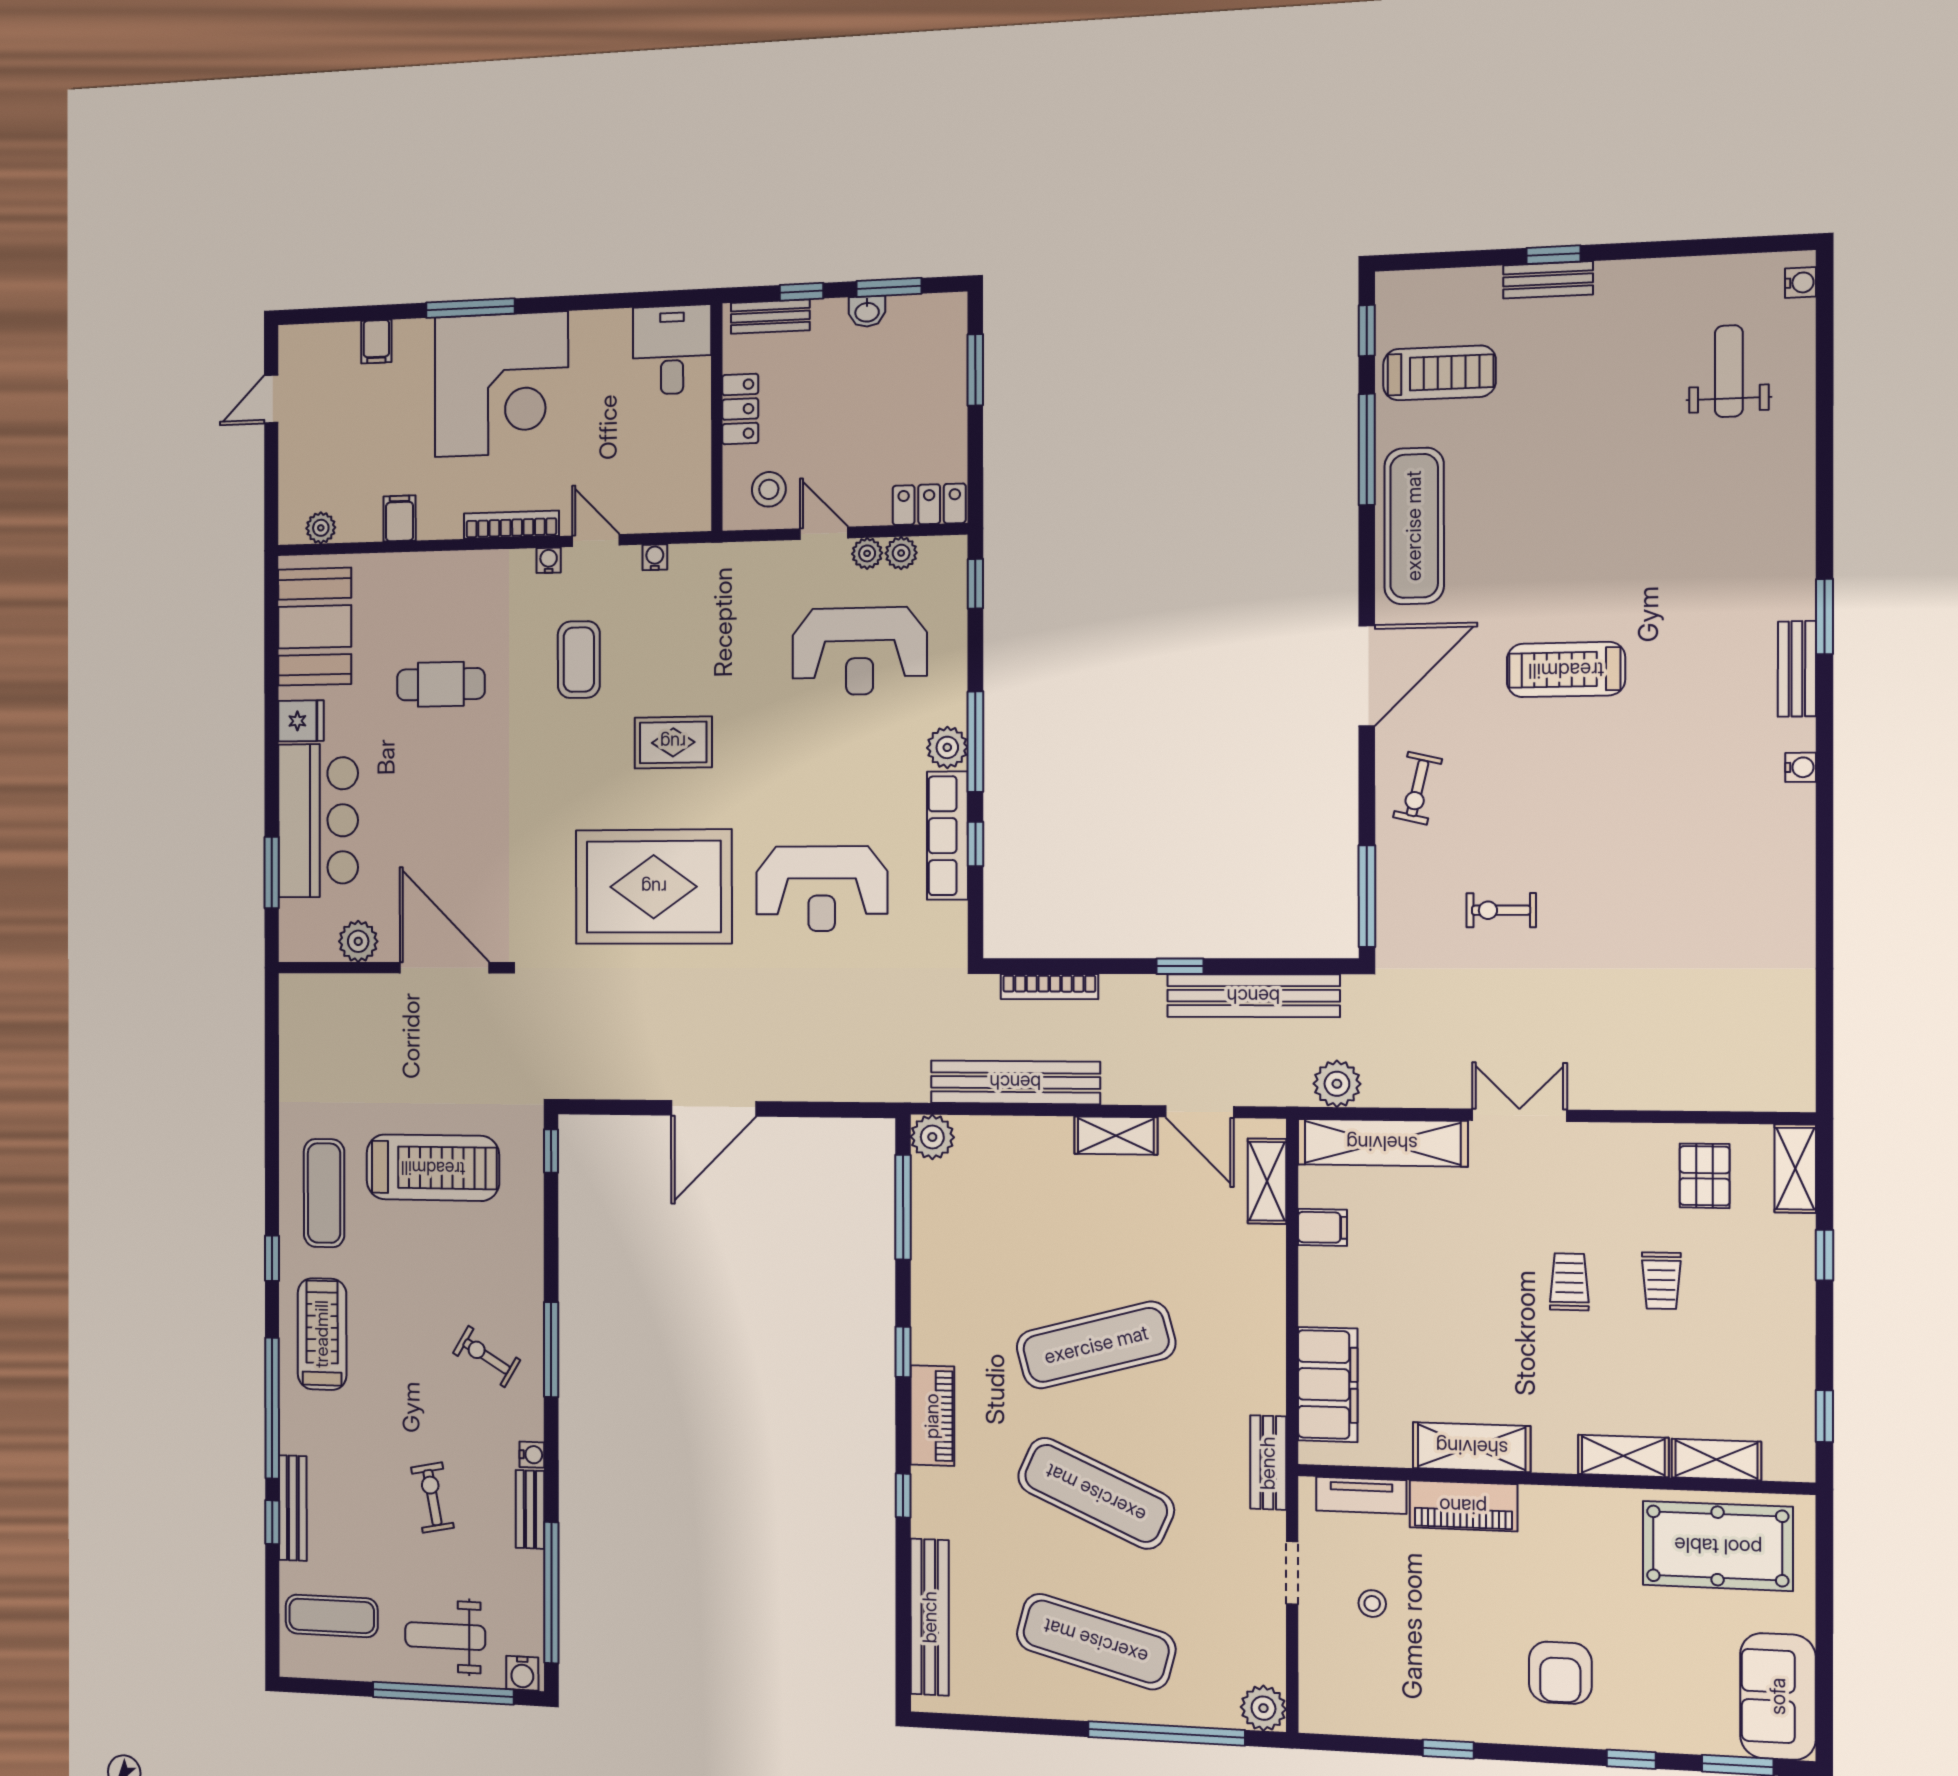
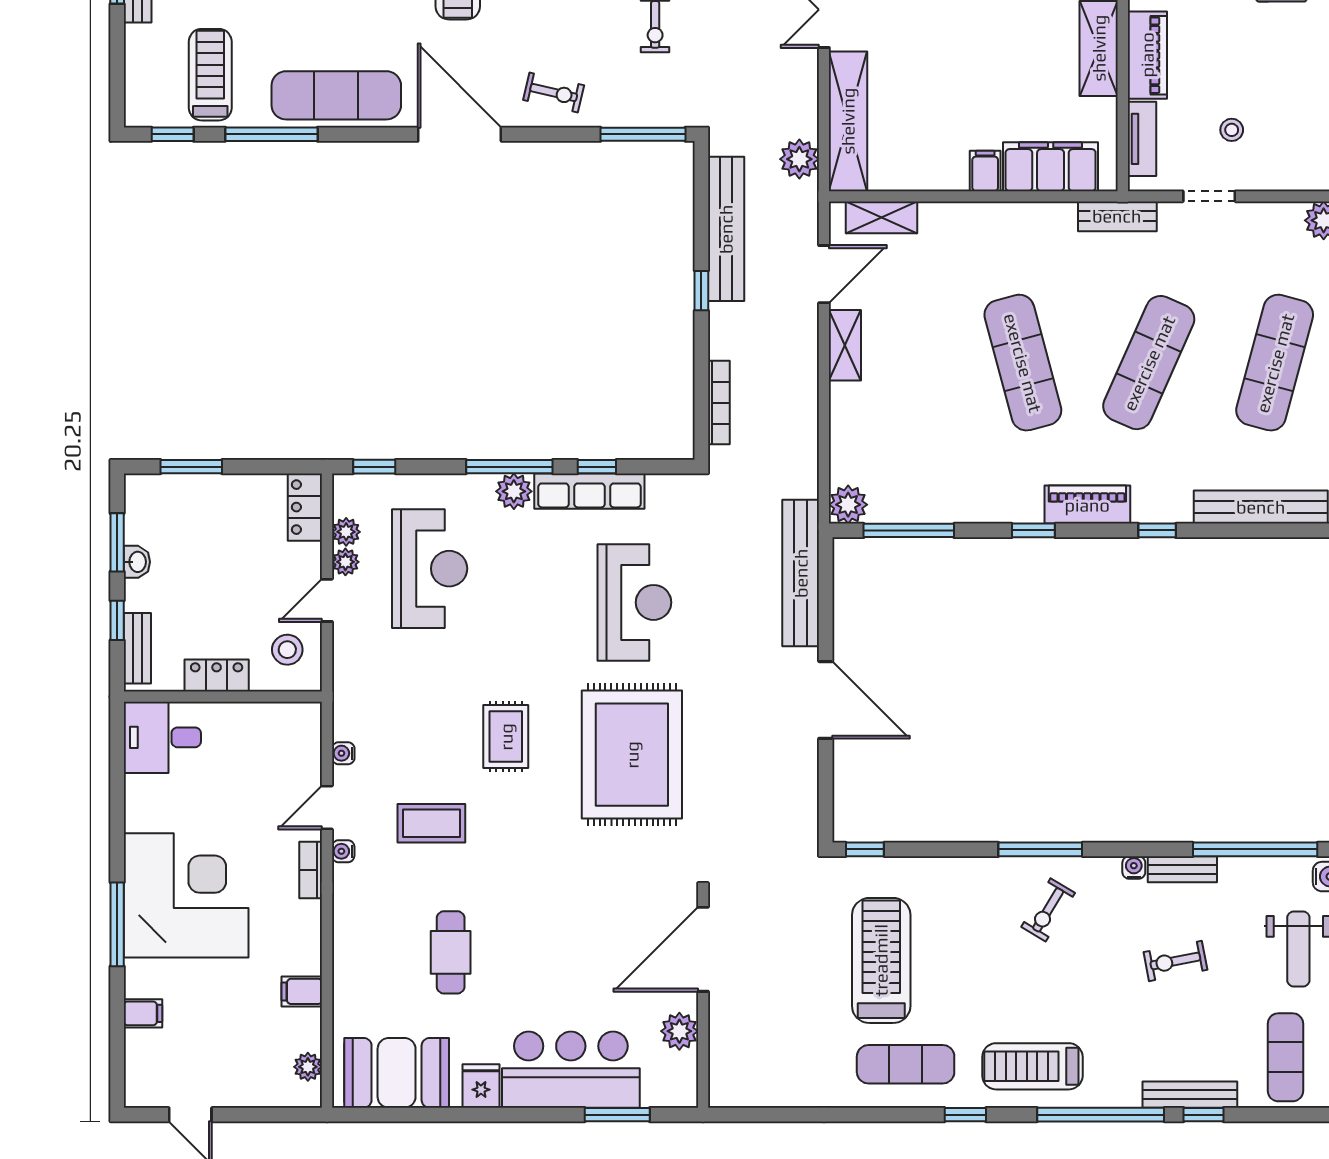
bookcase: (511, 525) -> (311, 870), width x0.64
bench: (1015, 1082) -> (801, 573), moved
filing cabinet: (1323, 1227) -> (985, 171), moved

